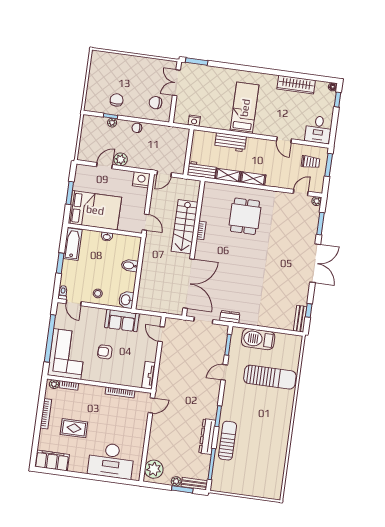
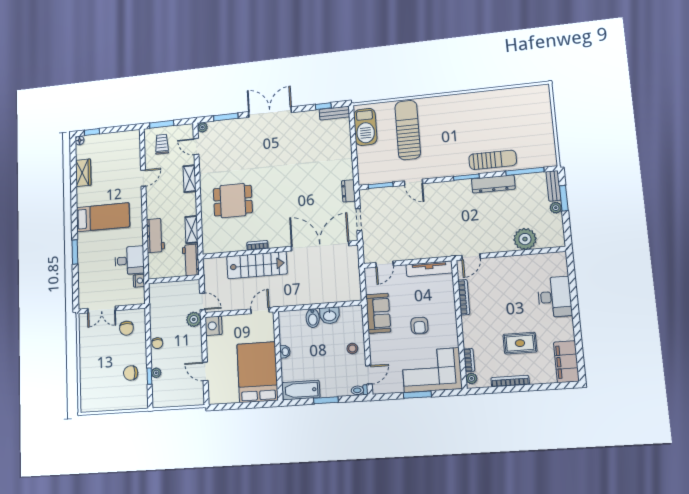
window: (197, 62) -> (75, 252), moved
wardrobe: (296, 85) -> (83, 173), width x0.67
bed: (245, 108) -> (103, 217), moved, turned 180
desk: (318, 129) -> (130, 260), moved
plant: (121, 159) -> (194, 319), moved
shelving: (253, 179) -> (190, 179), moved
window: (70, 193) -> (243, 406), removed
washbasin: (126, 300) -> (330, 315), moved
window: (50, 338) -> (417, 395), width x0.47
barbecue: (258, 339) -> (365, 127), moved
tv unit: (149, 375) -> (429, 269), width x1.41
door: (151, 405) -> (471, 257), swing flipped
rug: (74, 428) -> (520, 343), turned 90
sun lounger: (228, 441) -> (493, 160), turned 180
desk: (111, 461) -> (555, 297), width x0.73, depth x0.77
plant: (154, 469) -> (525, 239), moved

